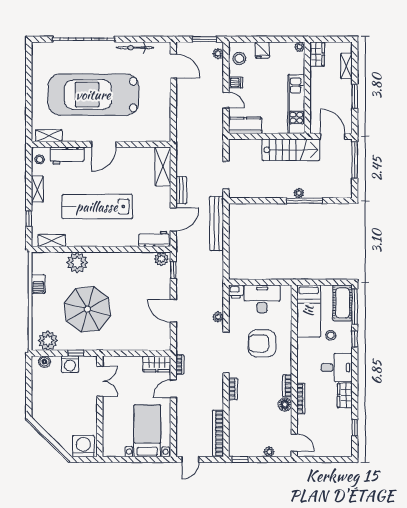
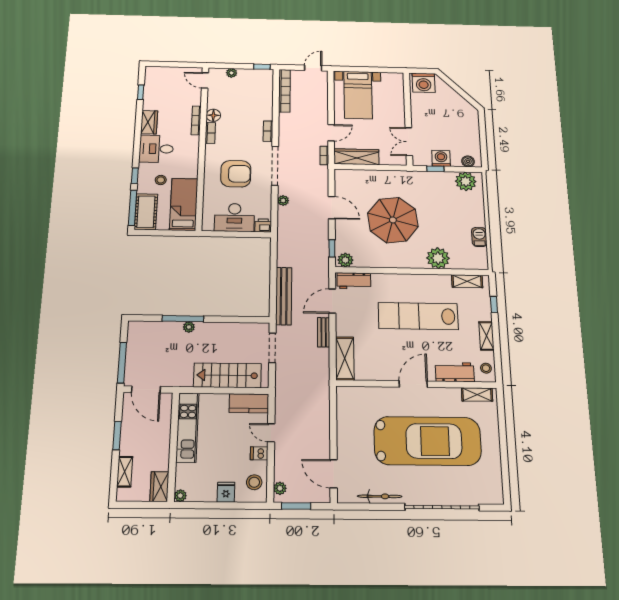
stairs: (291, 150) -> (227, 375), moved
lab bench: (97, 207) -> (418, 316), turned 180
parasol: (87, 309) -> (393, 220), moved
wardrobe: (157, 364) -> (356, 157), width x1.50

